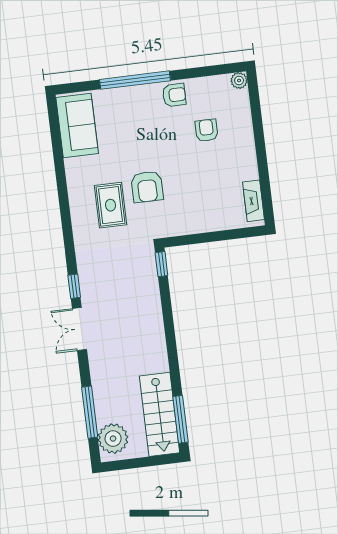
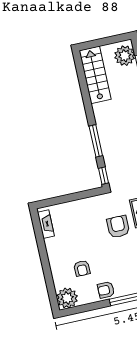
plant: (239, 80) -> (67, 298), width x1.87, depth x1.87
window: (180, 419) -> (96, 141), moved

